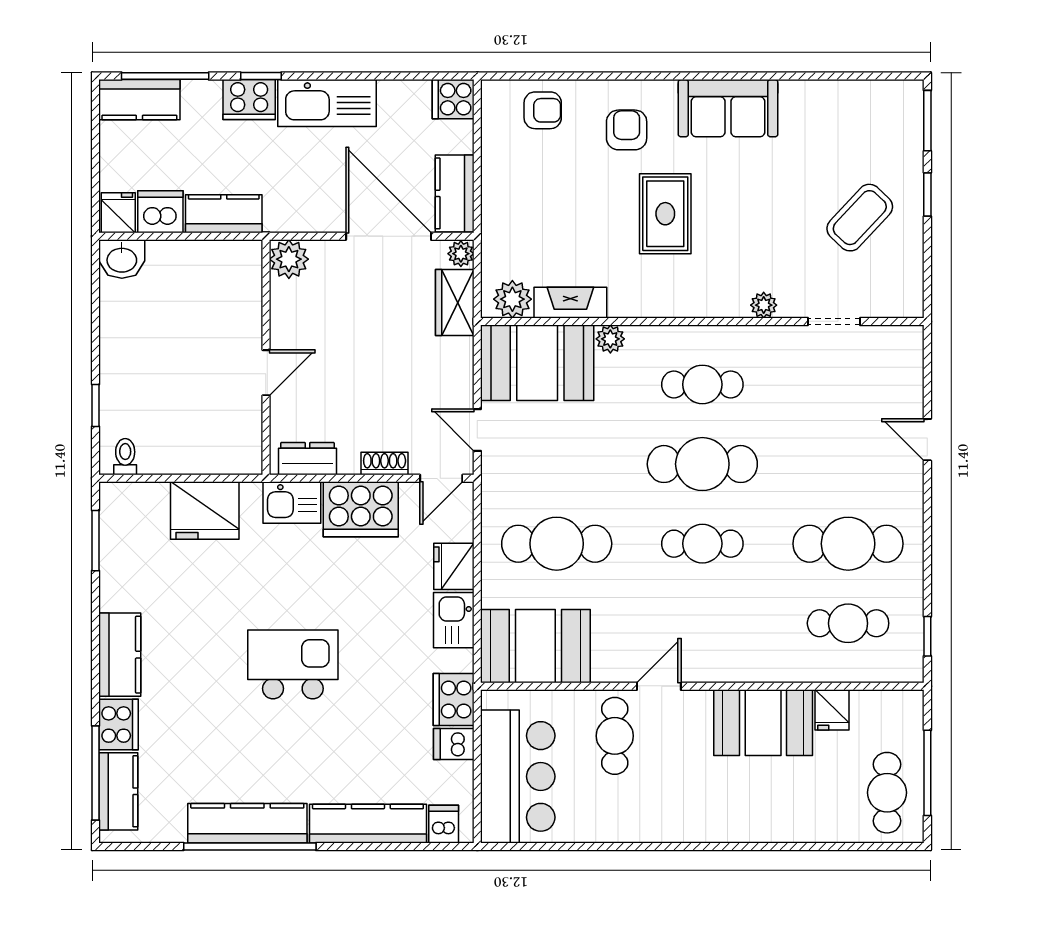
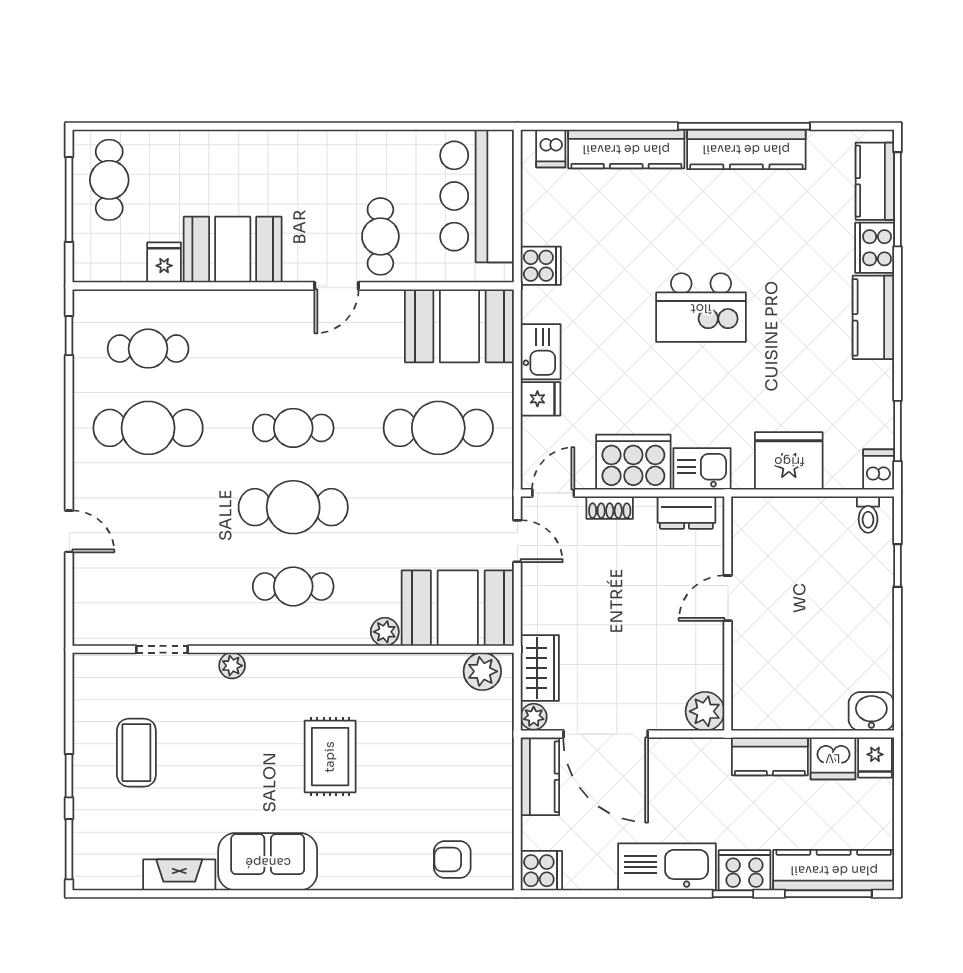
kitchen counter: (139, 100) -> (834, 870), width x1.50
armchair: (627, 130) -> (369, 840), removed
coffee table: (860, 218) -> (136, 753), turned -43
fireplace: (570, 303) -> (179, 875), moved, turned 180
fridge: (454, 566) -> (541, 399), width x0.72
cooker: (454, 699) -> (541, 266), width x0.73
dishwasher: (454, 744) -> (879, 470), moved, turned -90

